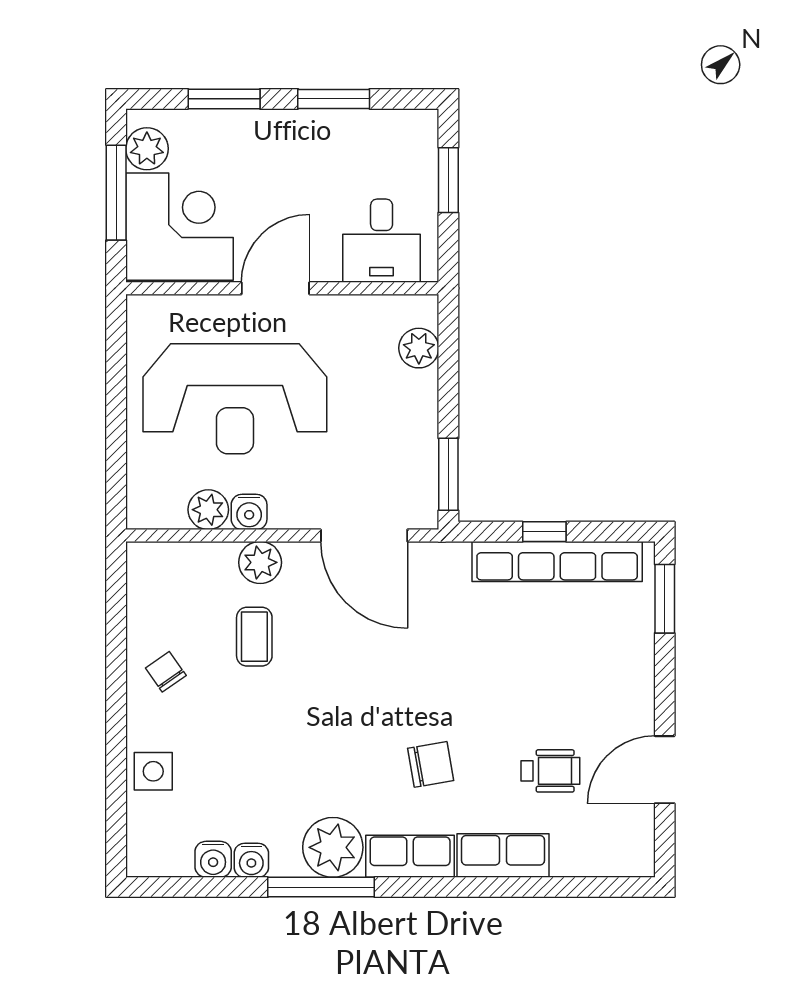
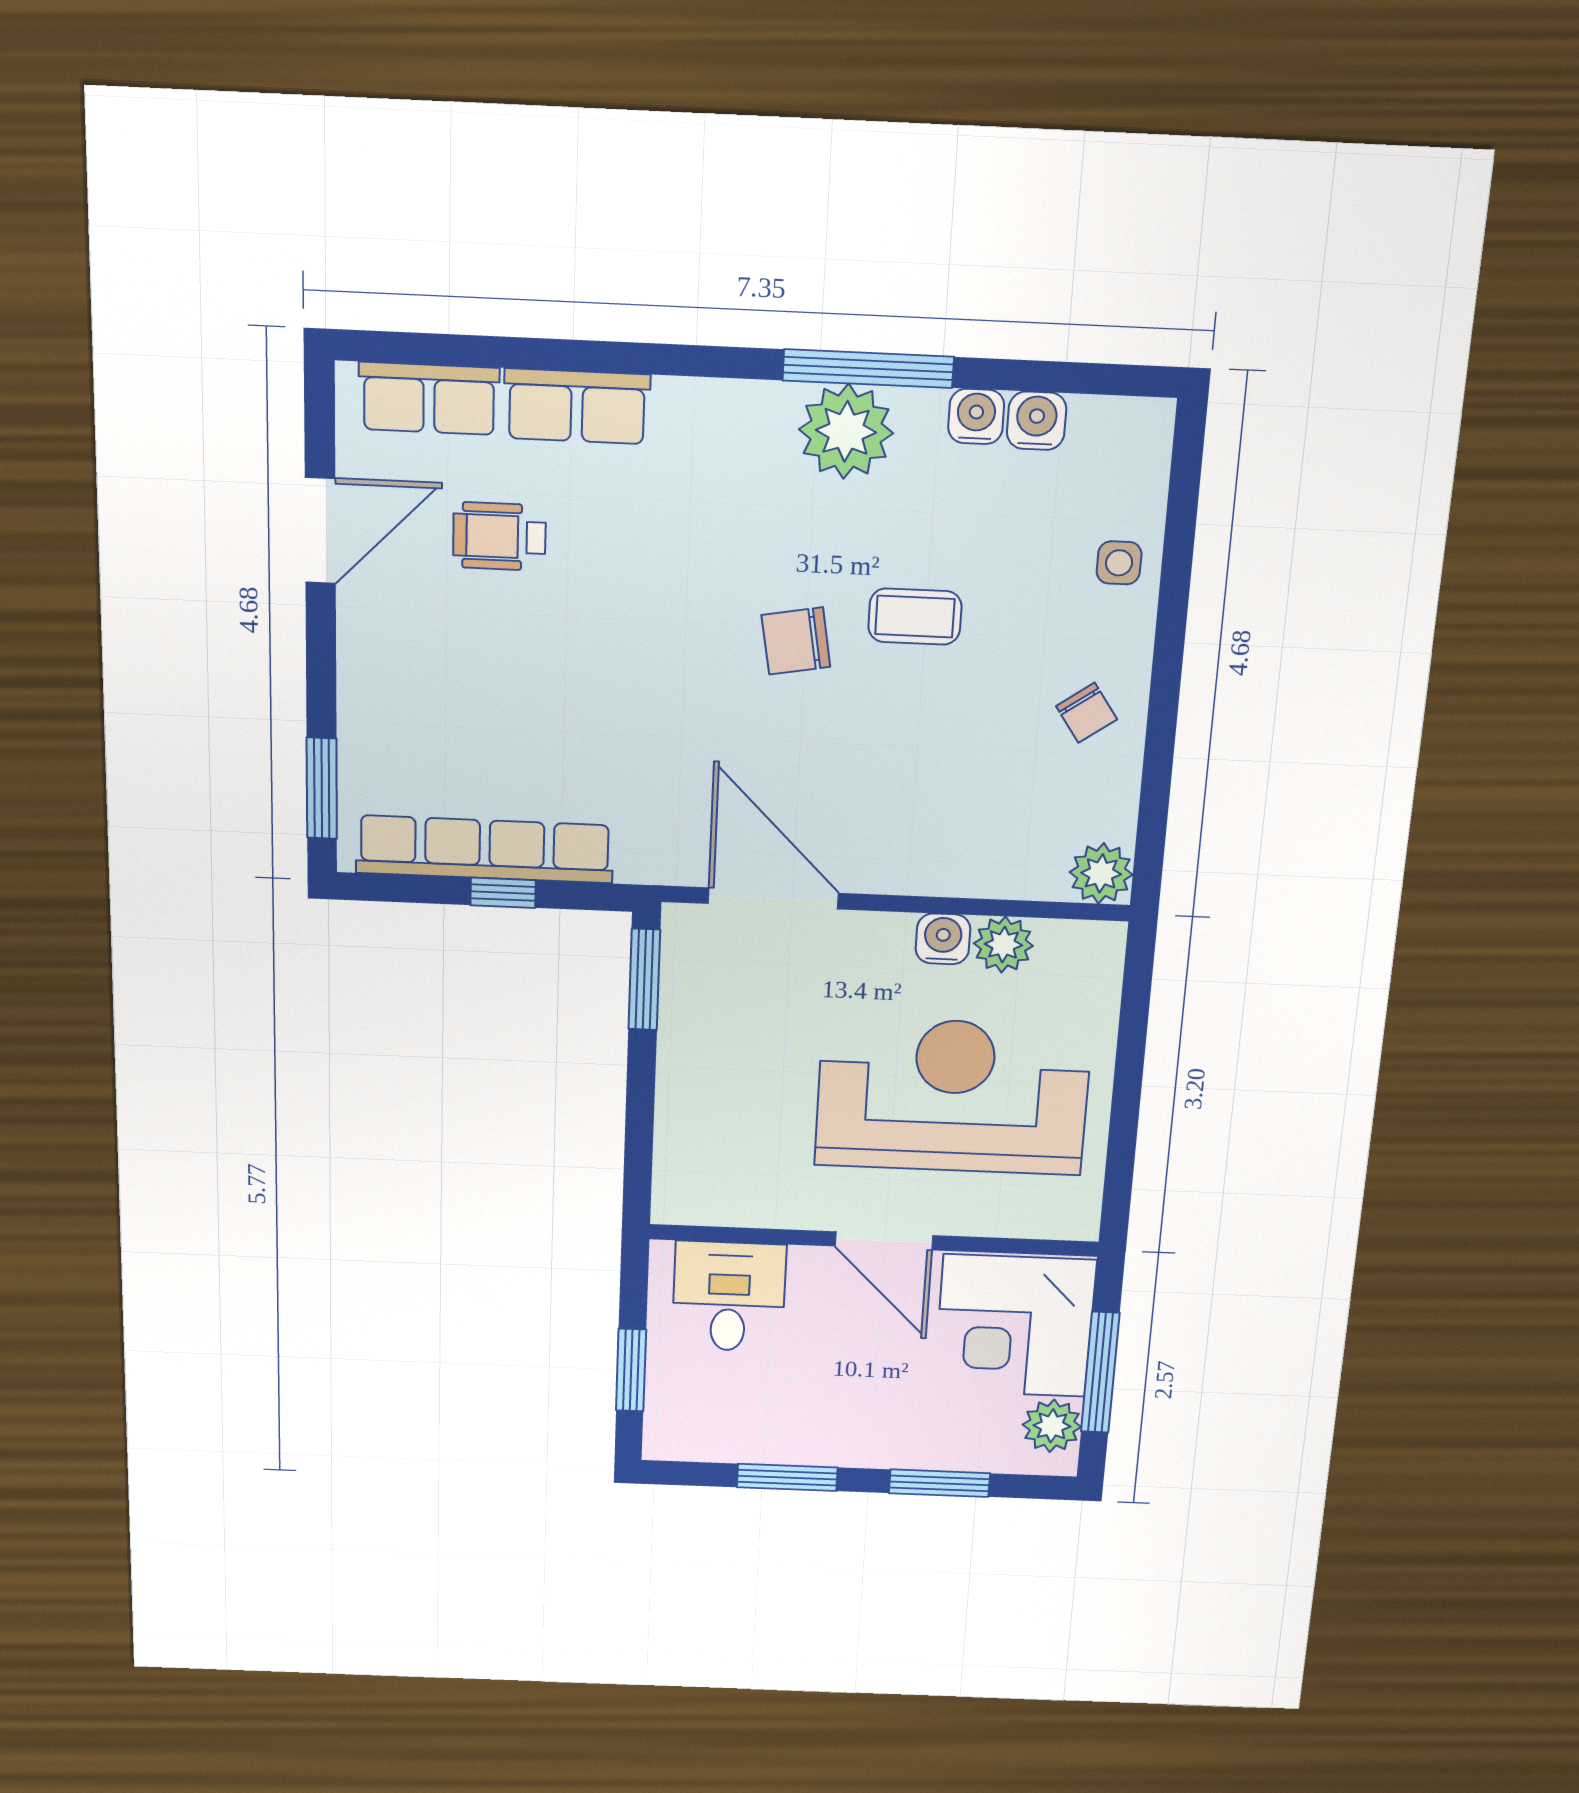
door: (275, 288) -> (884, 1241), hinge flipped
plant: (419, 348) -> (681, 1154), removed
plant: (260, 562) -> (1101, 873), moved
coffee table: (254, 637) -> (915, 617), moved, turned 90
chair: (431, 764) -> (796, 641), moved
side table: (153, 771) -> (1119, 563), width x0.73, depth x0.73
row of seats: (410, 856) -> (429, 399), moved

